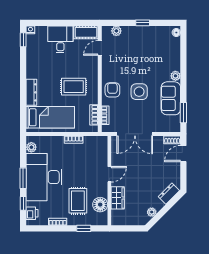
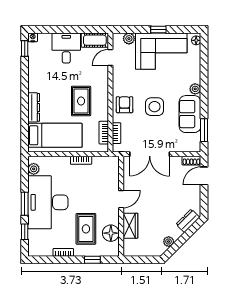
corner sofa: (145, 42) -> (161, 51), added
rug: (74, 87) -> (81, 101), turned 90
printer: (32, 213) -> (34, 243), removed

